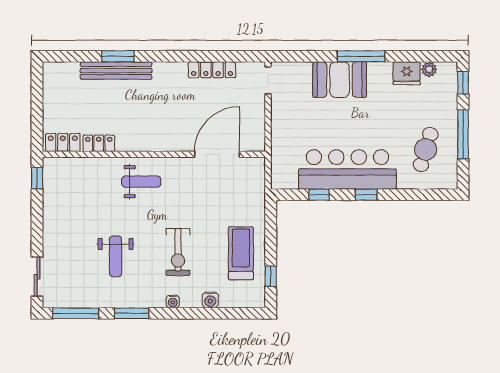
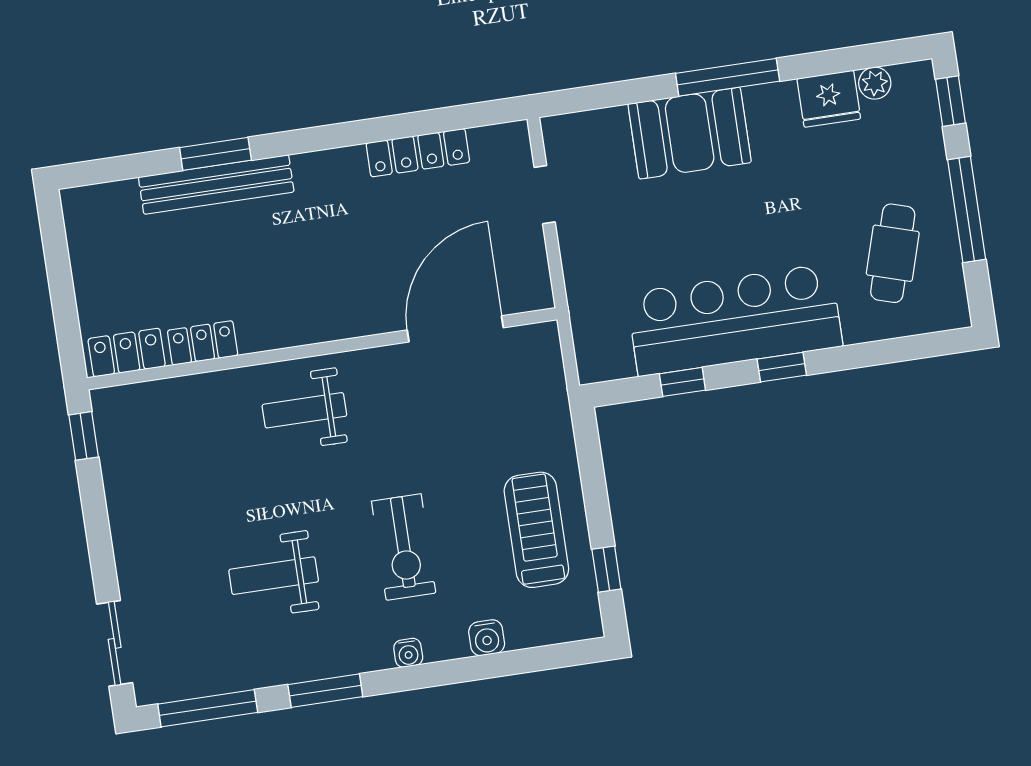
doorway: (268, 80) -> (545, 195), moved
weight bench: (141, 182) -> (304, 410), turned 180
weight bench: (116, 256) -> (274, 576), turned 90

